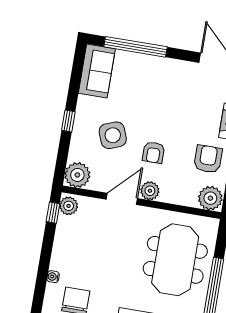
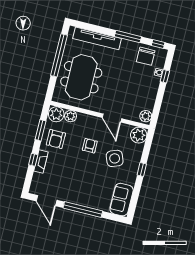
window: (135, 47) -> (83, 210), moved
plant: (150, 191) -> (71, 116), moved
door: (122, 199) -> (112, 118), hinge flipped
window: (53, 213) -> (165, 76), moved

